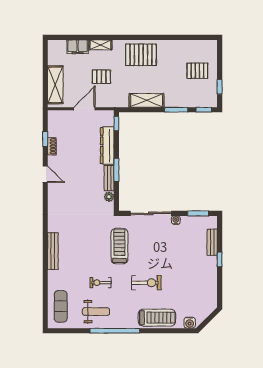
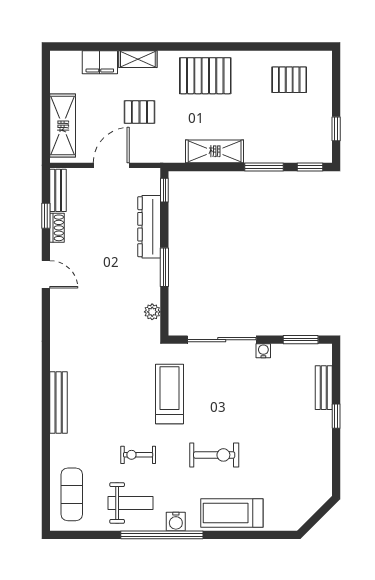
pallet: (197, 71) -> (289, 80), moved
bench: (109, 178) -> (58, 190), moved
treadmill: (157, 318) -> (232, 513), turned 180
water cooler: (190, 323) -> (176, 521), moved

